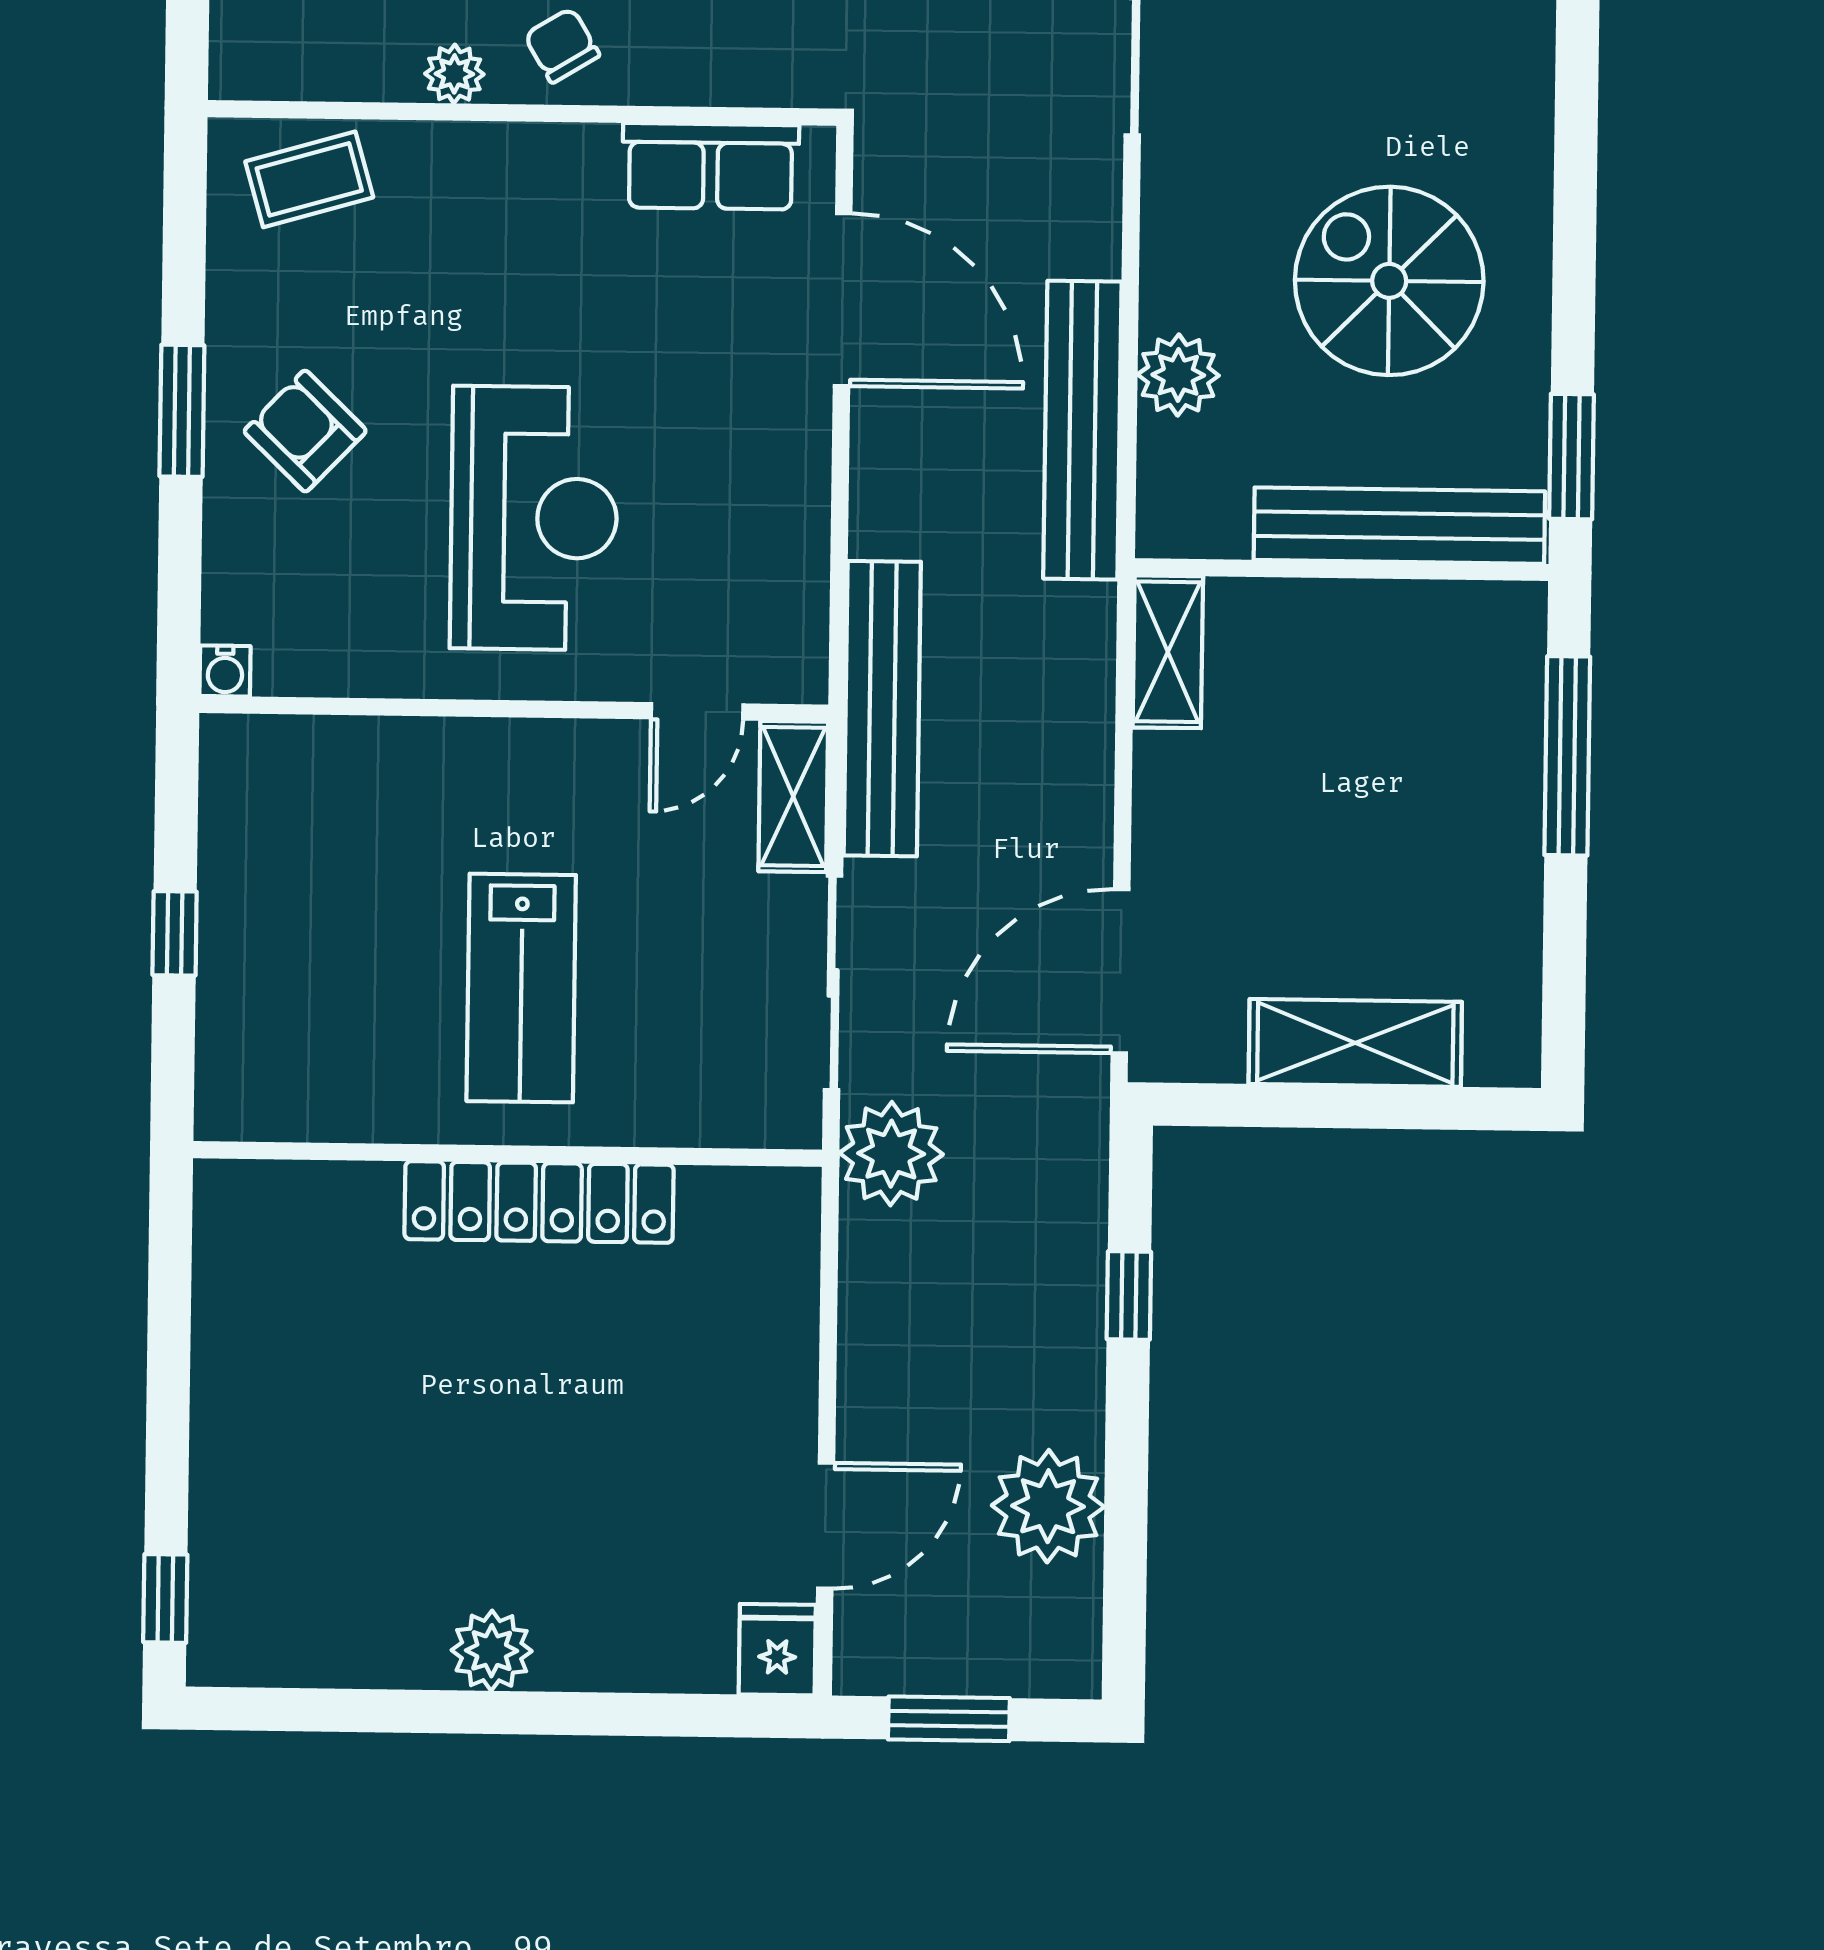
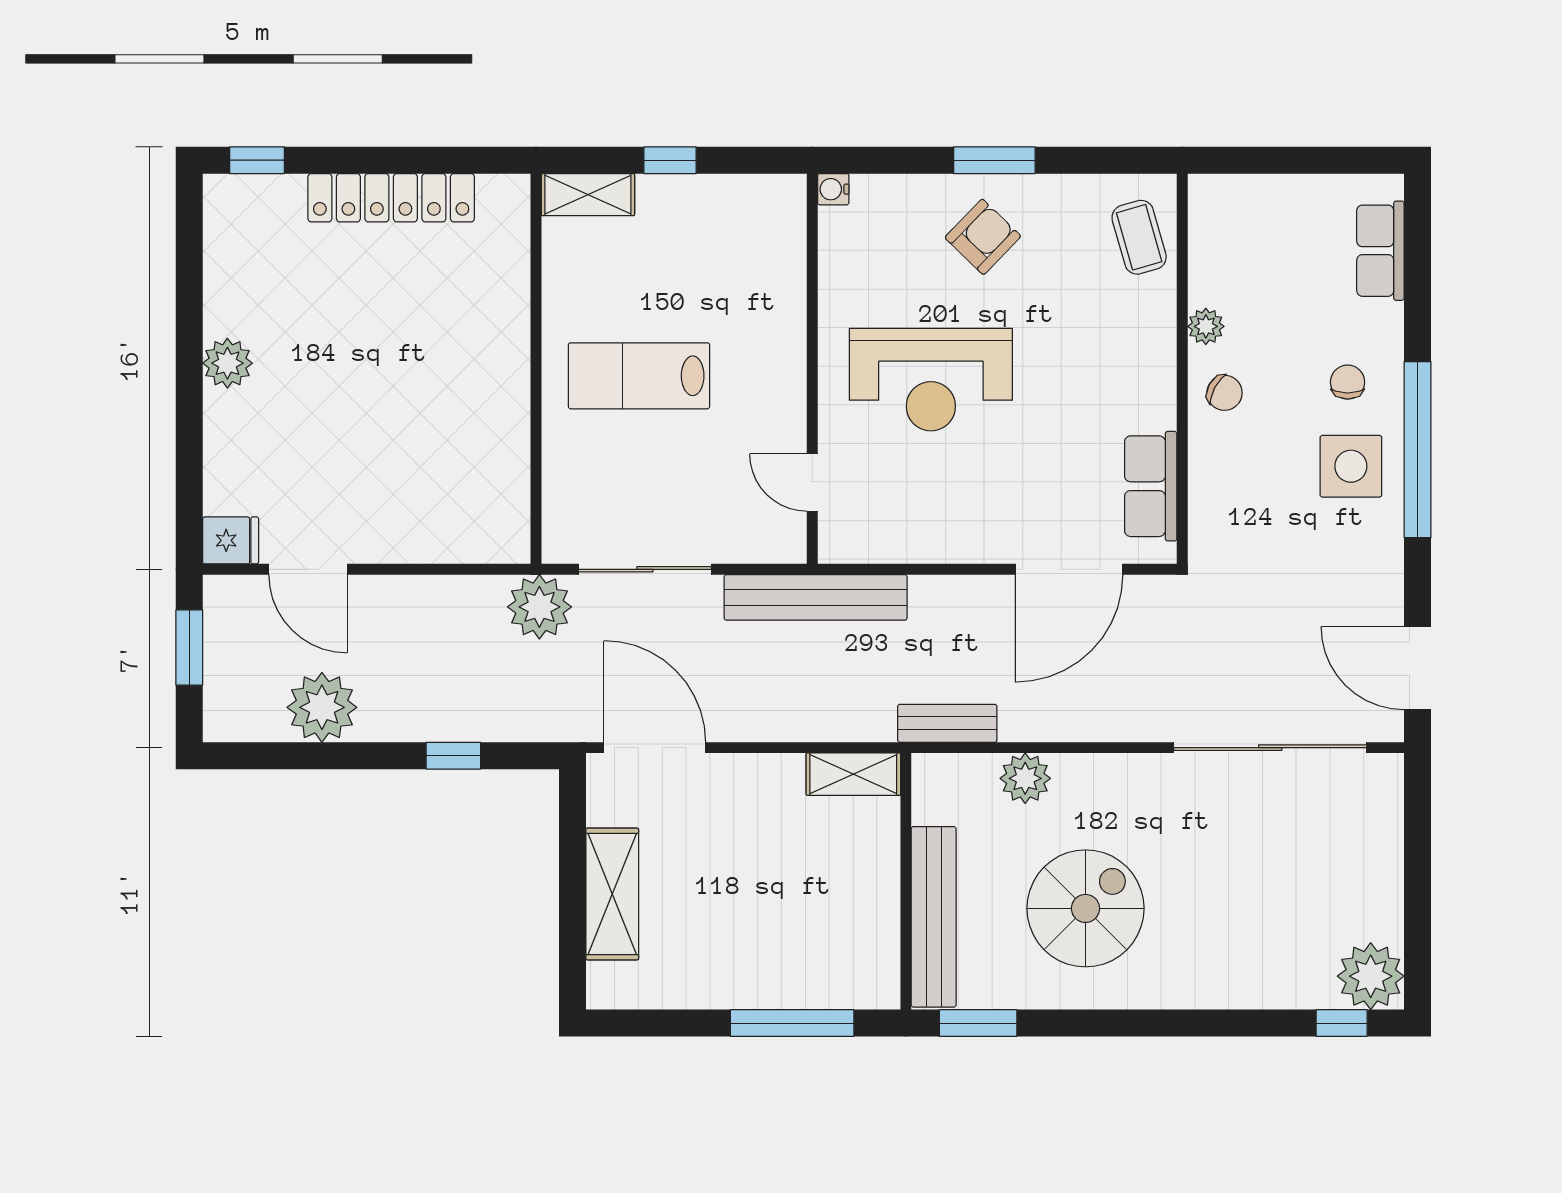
chair: (562, 45) -> (1225, 393), turned 59
bench: (1082, 430) -> (947, 723), width x0.54, depth x0.82
shelving: (793, 797) -> (588, 195), moved
locker: (539, 1202) -> (391, 198), moved, turned -90

